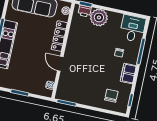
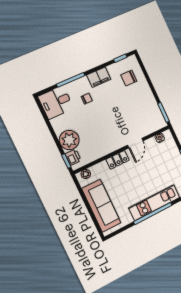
locker: (59, 36) -> (117, 160), width x0.66

